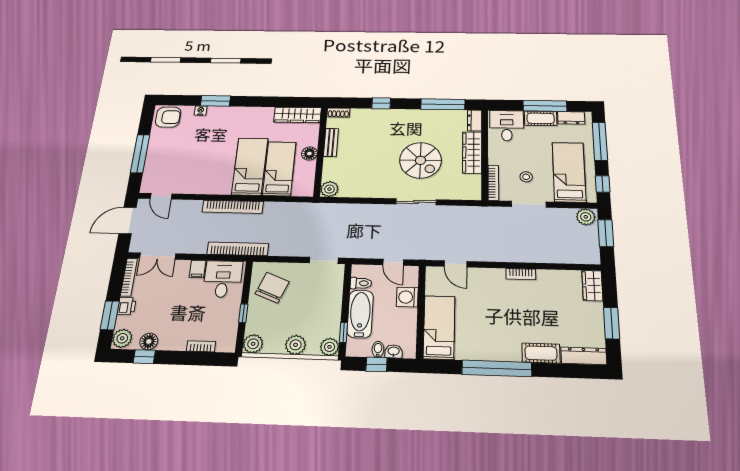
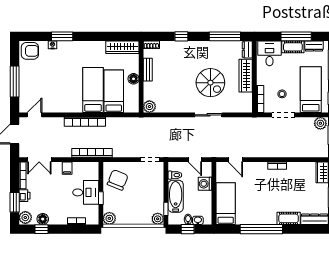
door: (161, 196) -> (35, 115), swing flipped
desk: (223, 279) -> (86, 192), moved, turned 90
plant: (296, 345) -> (136, 218), removed

